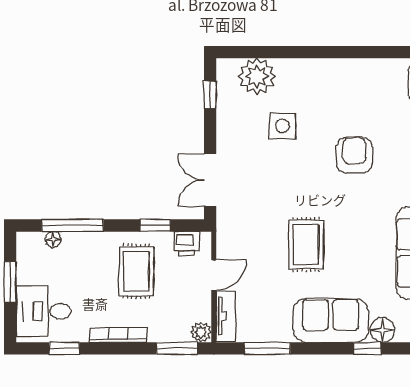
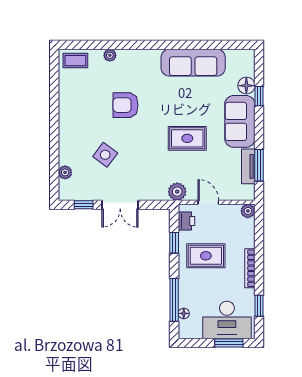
plant: (257, 76) -> (65, 172), width x0.53, depth x0.53
side table: (282, 126) -> (105, 155), turned 37
double door: (210, 180) -> (120, 205), moved
plant: (229, 230) -> (177, 192), added
window: (10, 282) -> (229, 343), moved
desk: (44, 311) -> (227, 320), width x1.37
tv unit: (226, 316) -> (248, 166), moved, turned -90
window: (177, 348) -> (259, 228), removed

